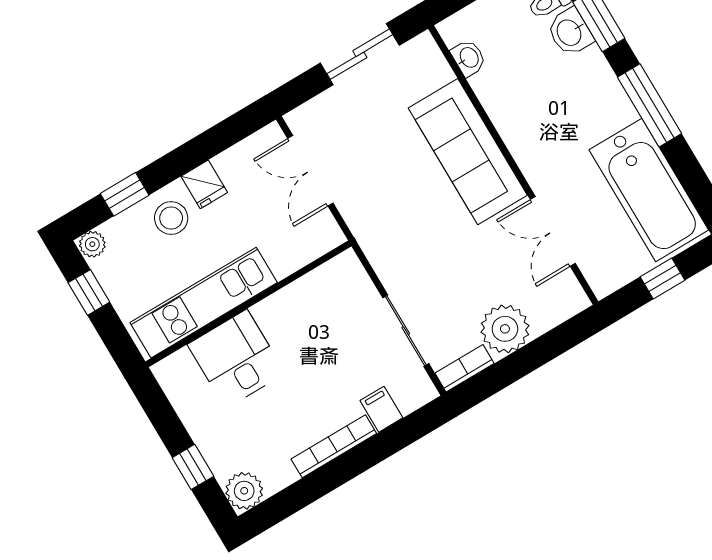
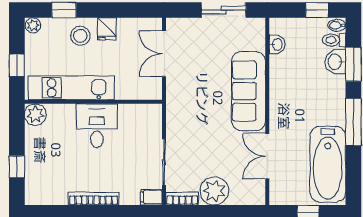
window: (89, 292) -> (17, 65), moved
desk: (236, 359) -> (97, 126), moved
filing cabinet: (381, 409) -> (151, 197), moved, turned -90
plant: (244, 491) -> (35, 115), moved

